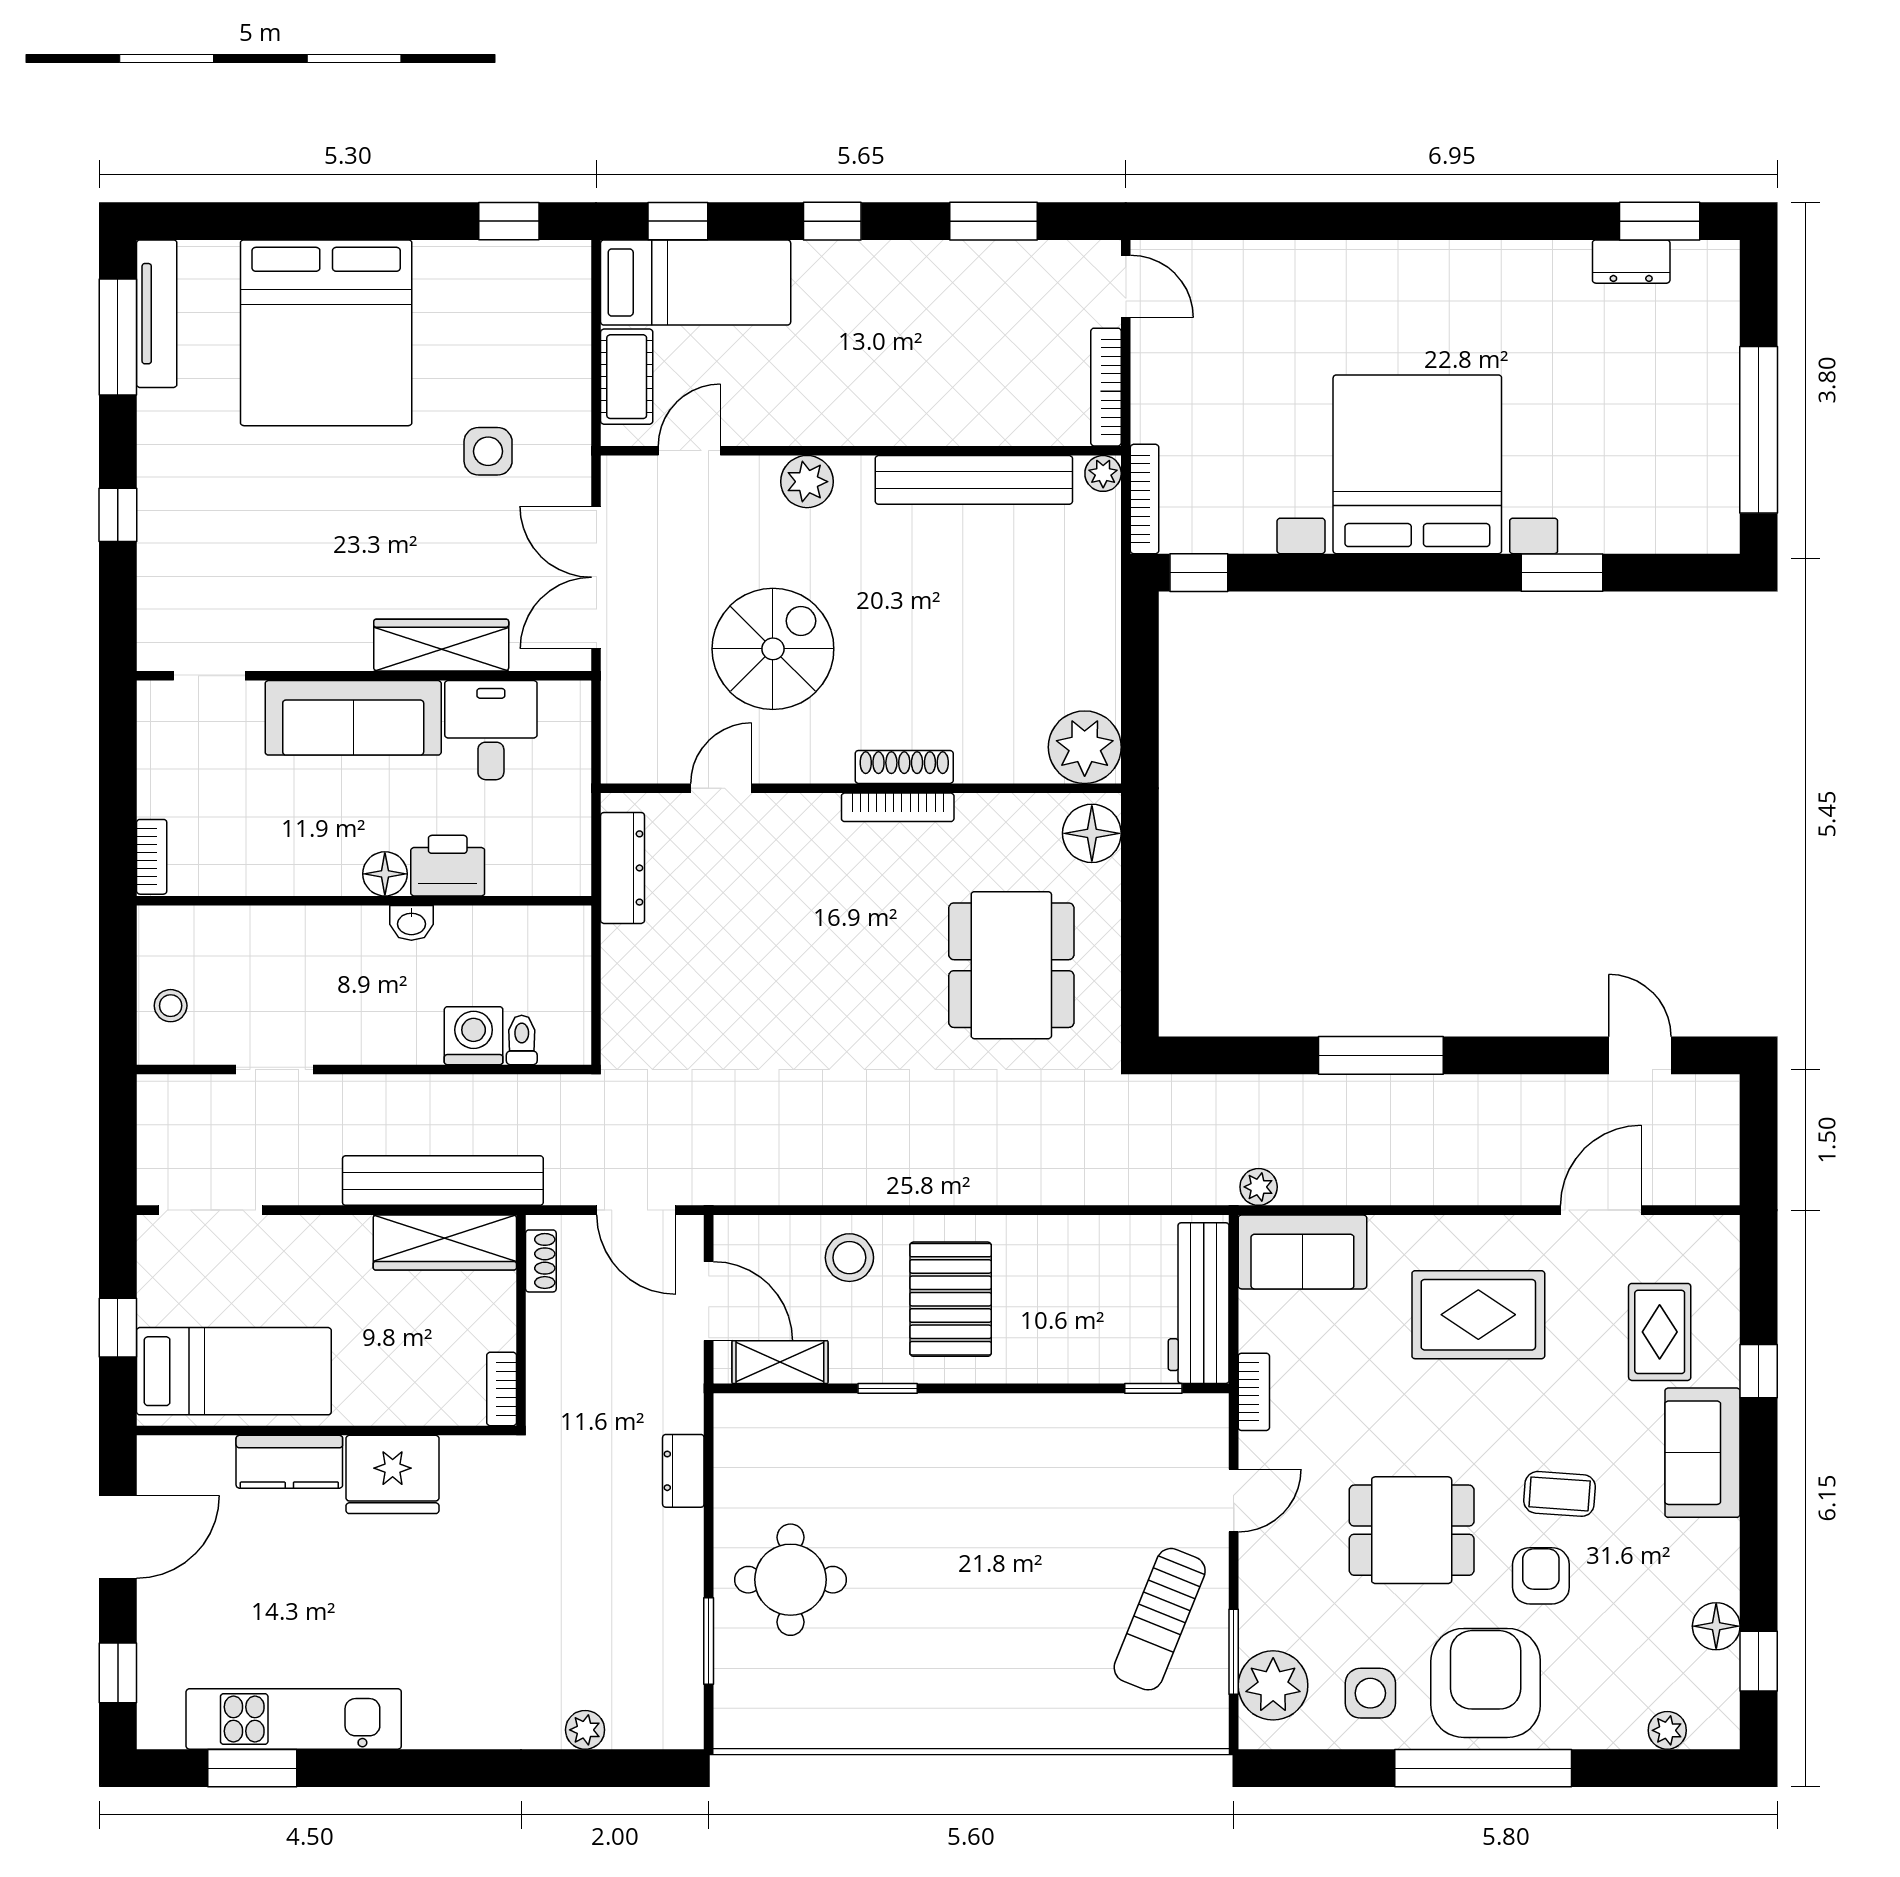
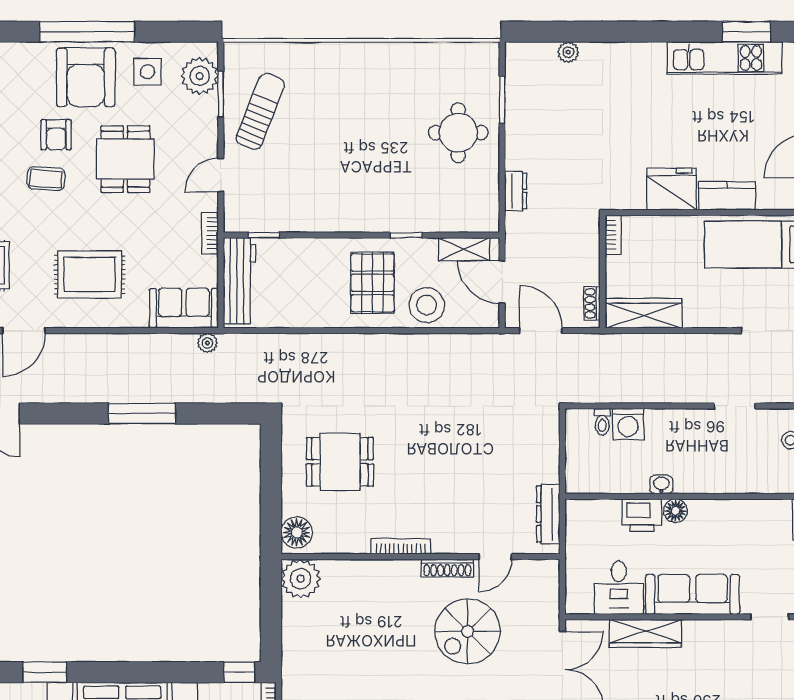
shoe rack: (904, 767) -> (447, 568), moved
dining table: (1011, 965) -> (340, 462), width x0.73
bench: (443, 1181) -> (644, 346), removed
stool: (849, 1258) -> (427, 305), width x1.38, depth x1.38
dining table: (1412, 1530) -> (125, 159), turned 90

